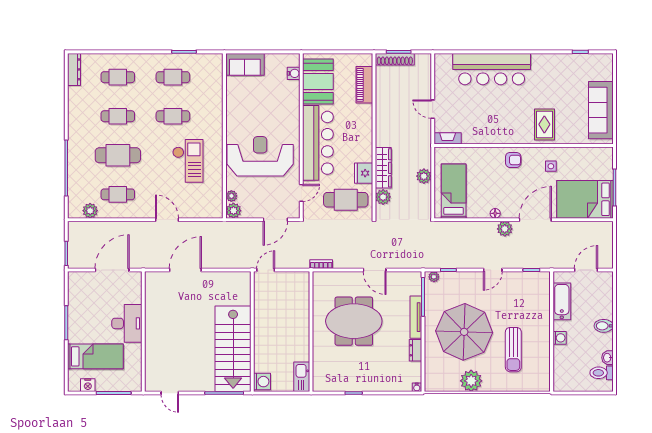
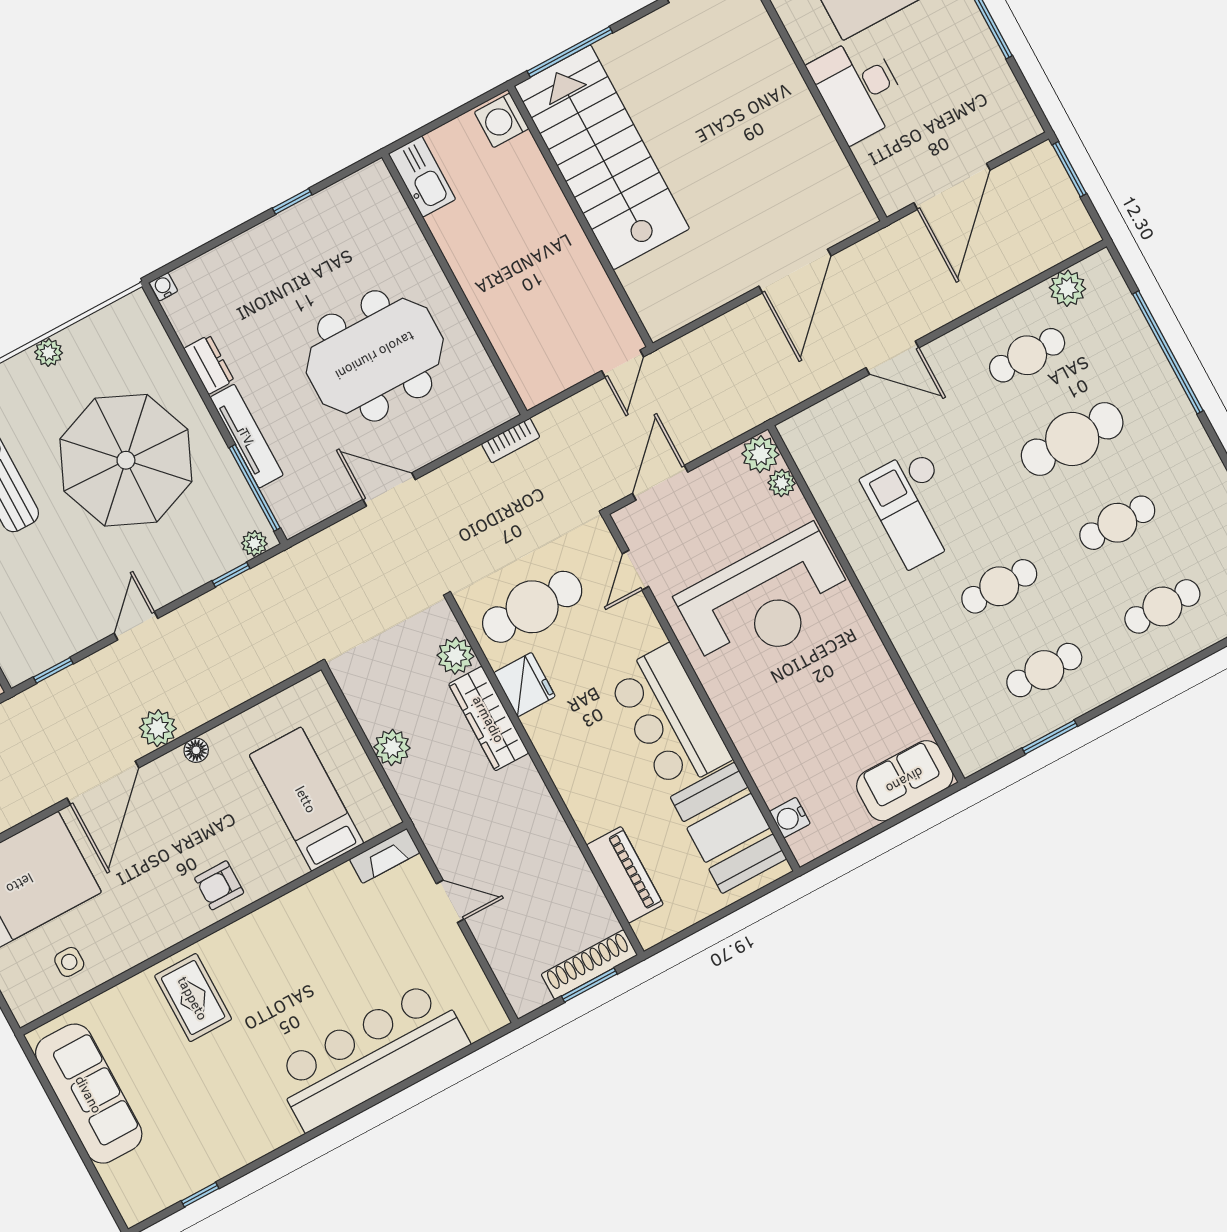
bar counter: (318, 143) -> (669, 718), width x0.73
side table: (551, 166) -> (69, 962), moved
bed: (454, 191) -> (306, 799), moved, turned 180
plant: (471, 381) -> (49, 352), width x0.53, depth x0.53

